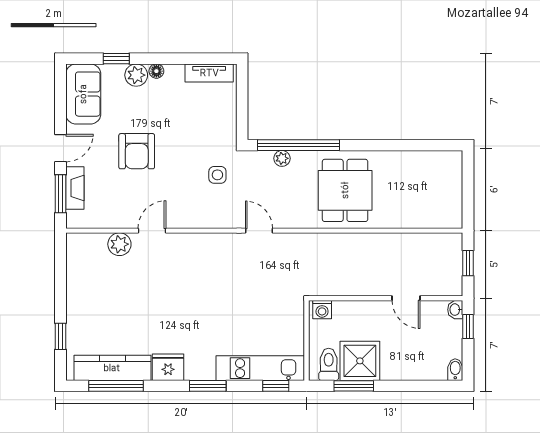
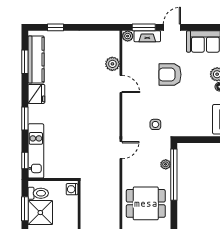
door: (60, 148) -> (172, 27), swing flipped
plant: (75, 220) -> (128, 36), added
window: (116, 386) -> (25, 62), width x0.69

